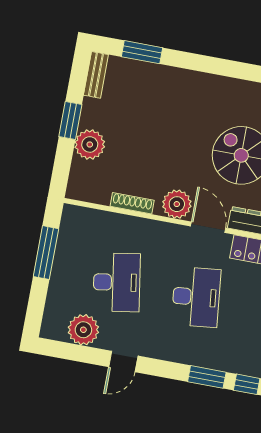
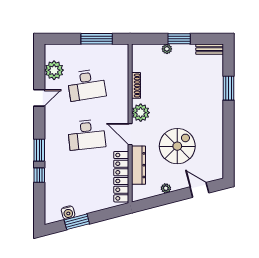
window: (142, 52) -> (229, 88), moved
plant: (90, 144) -> (167, 49), width x0.53, depth x0.53
door: (208, 227) -> (130, 134), swing flipped
door: (123, 361) -> (39, 98), swing flipped

